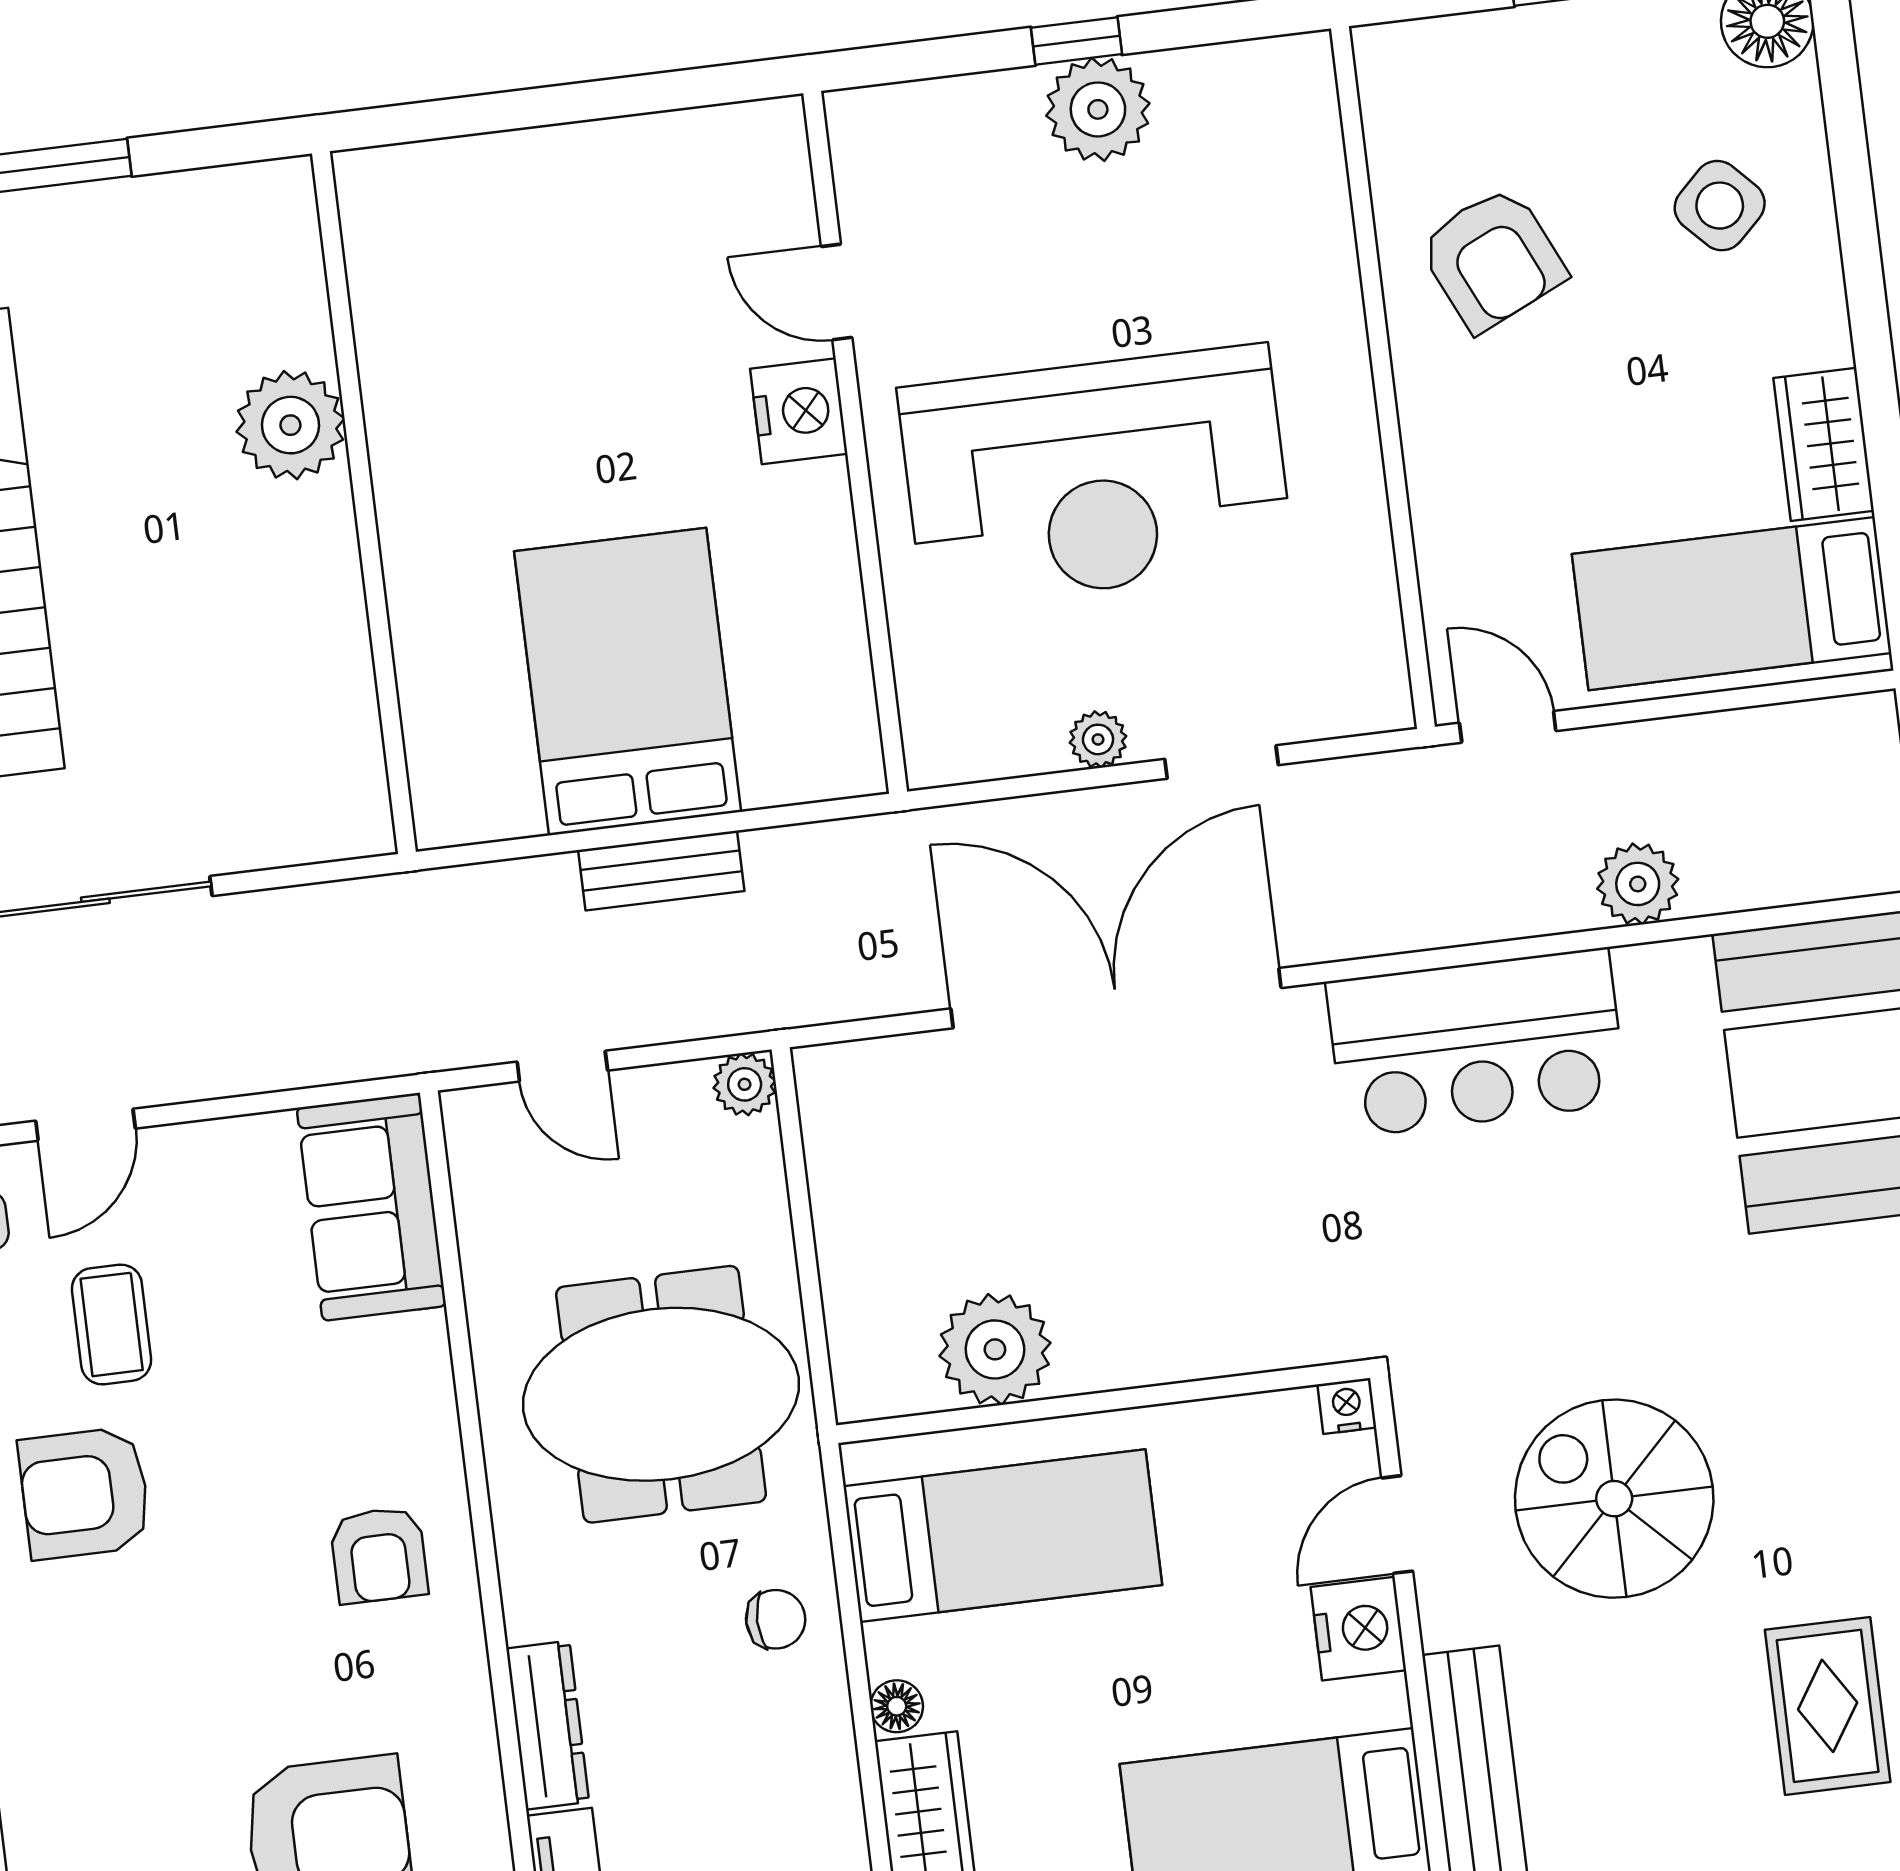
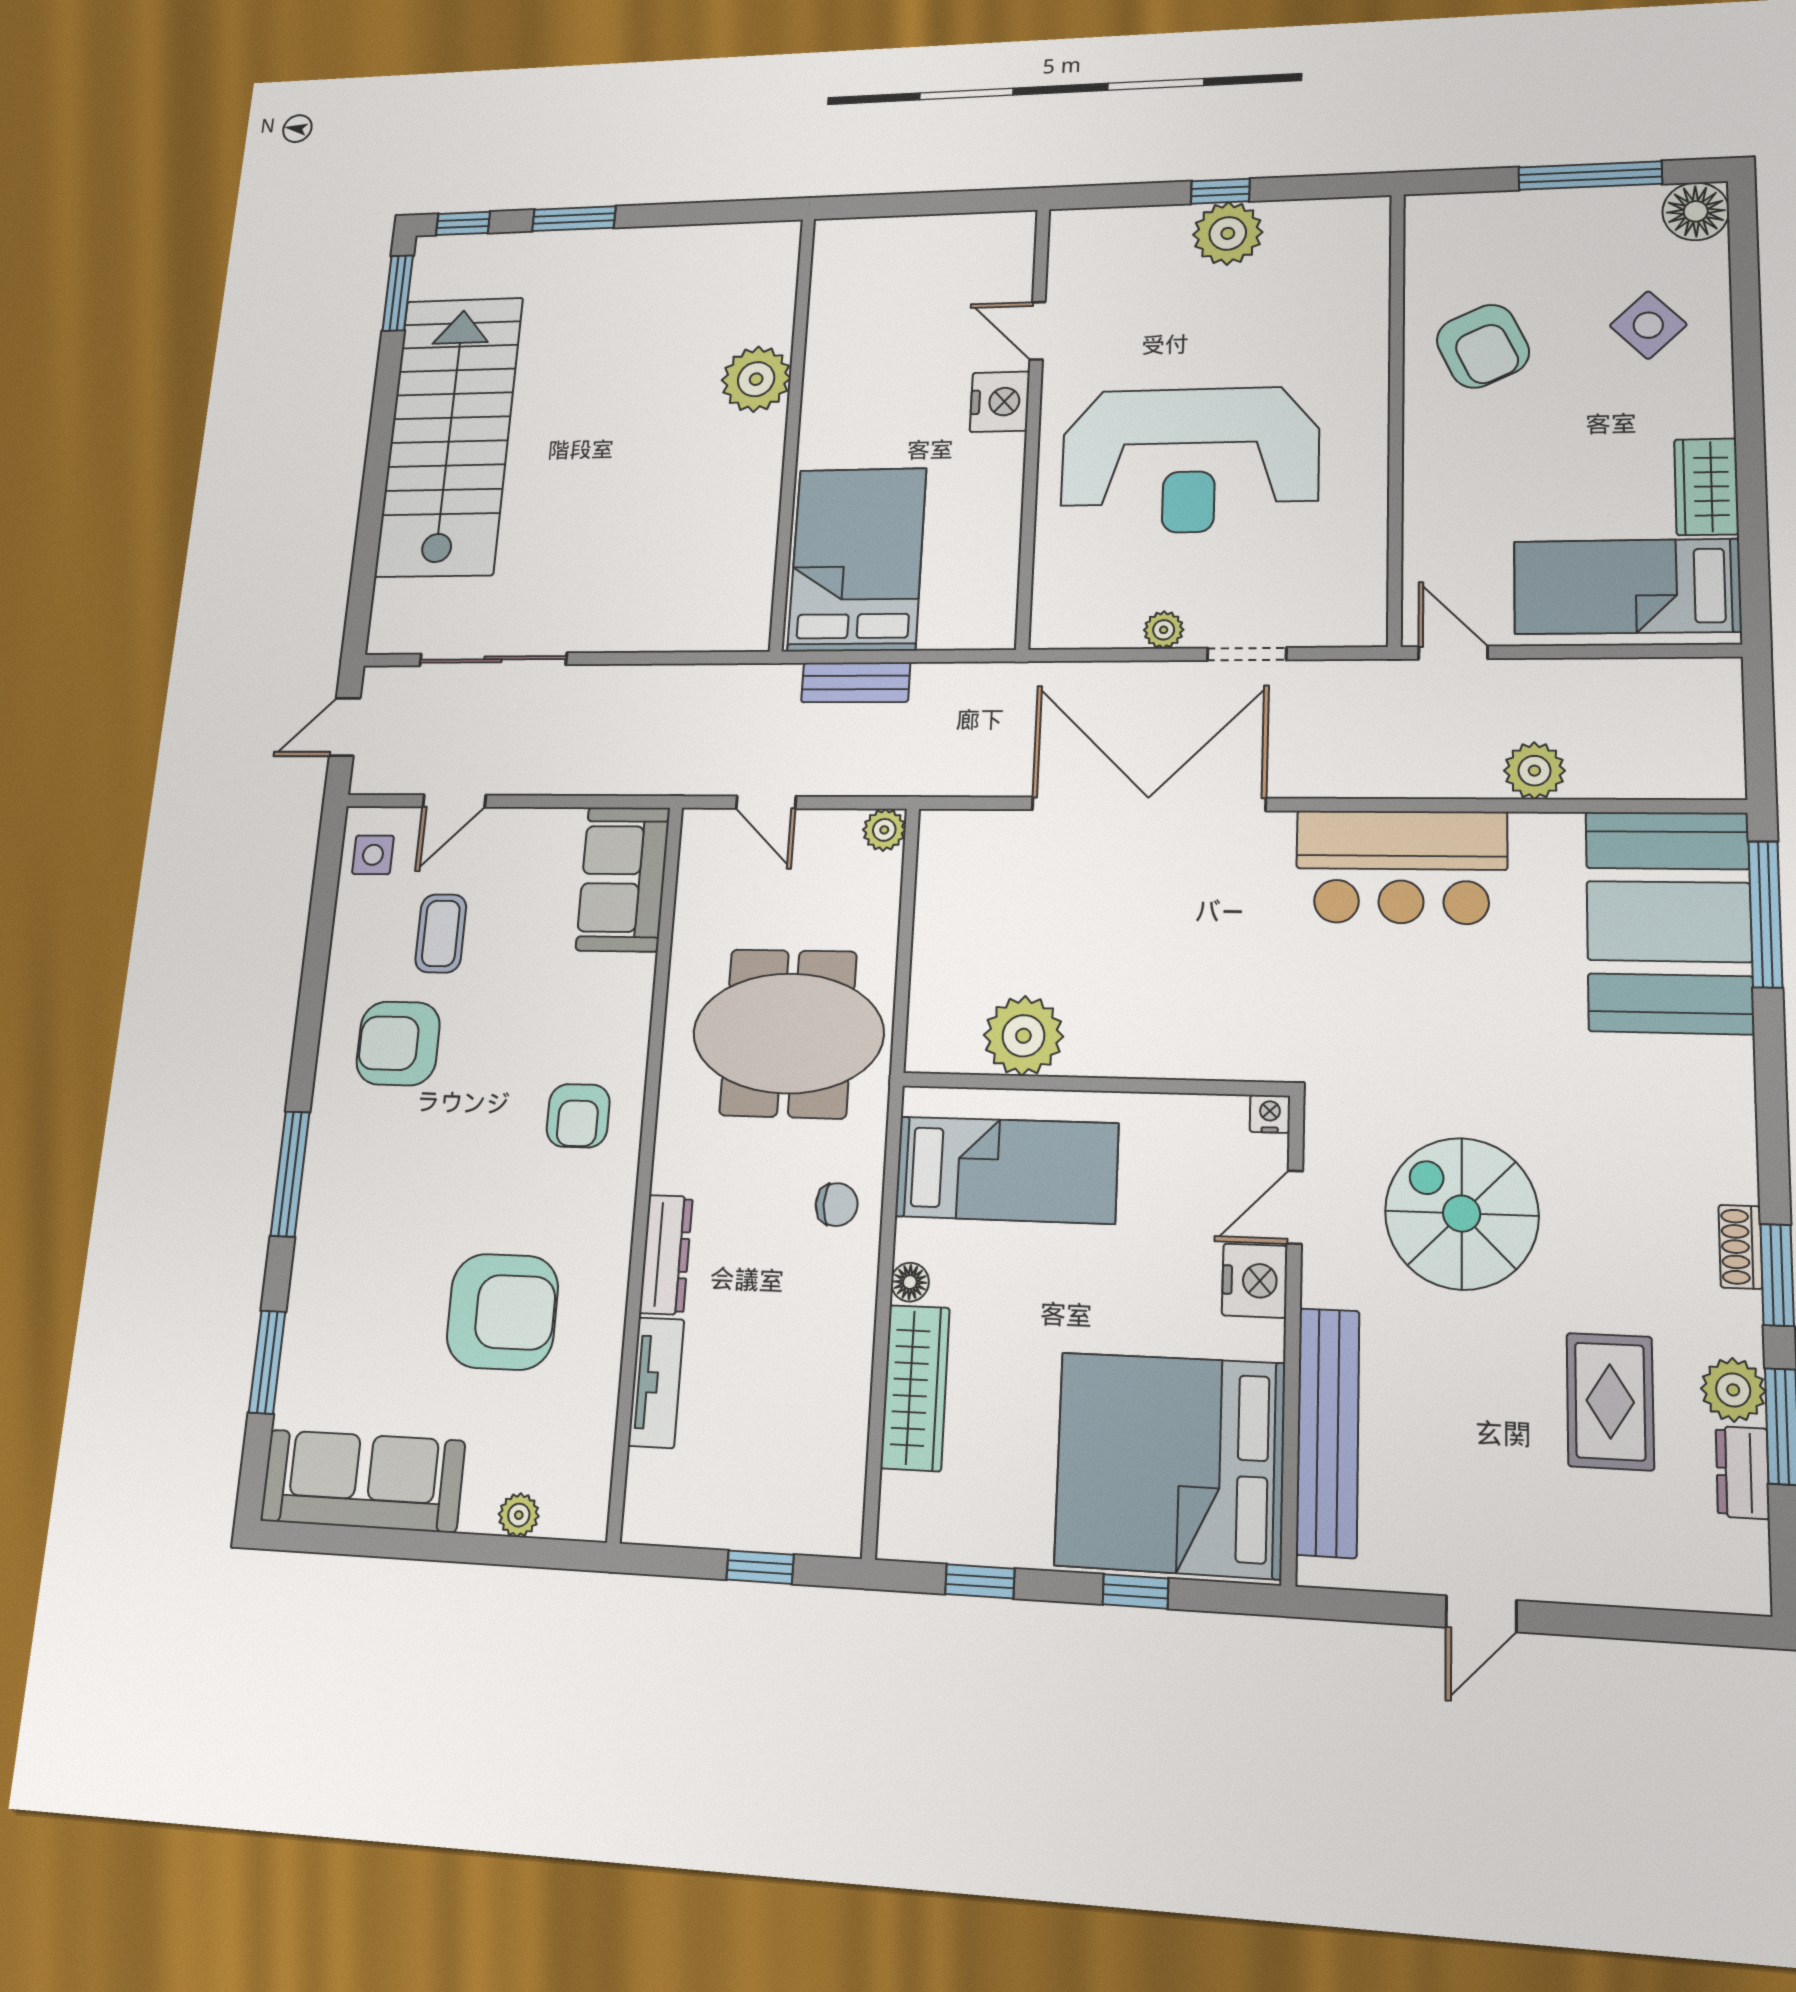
plant: (290, 425) -> (756, 379), moved
wall: (364, 503) -> (792, 430), moved

